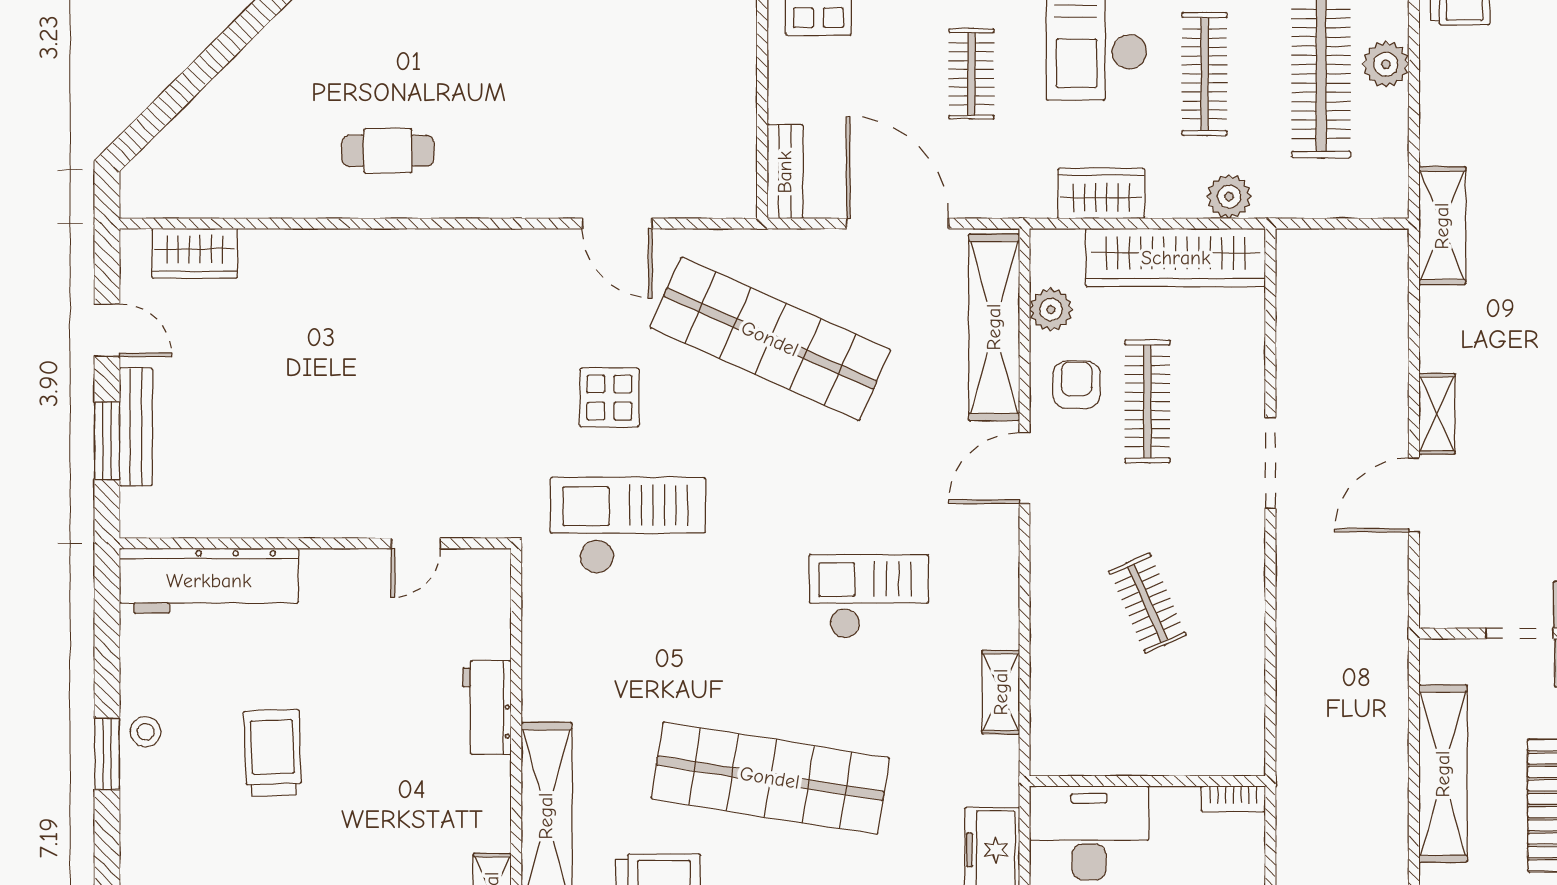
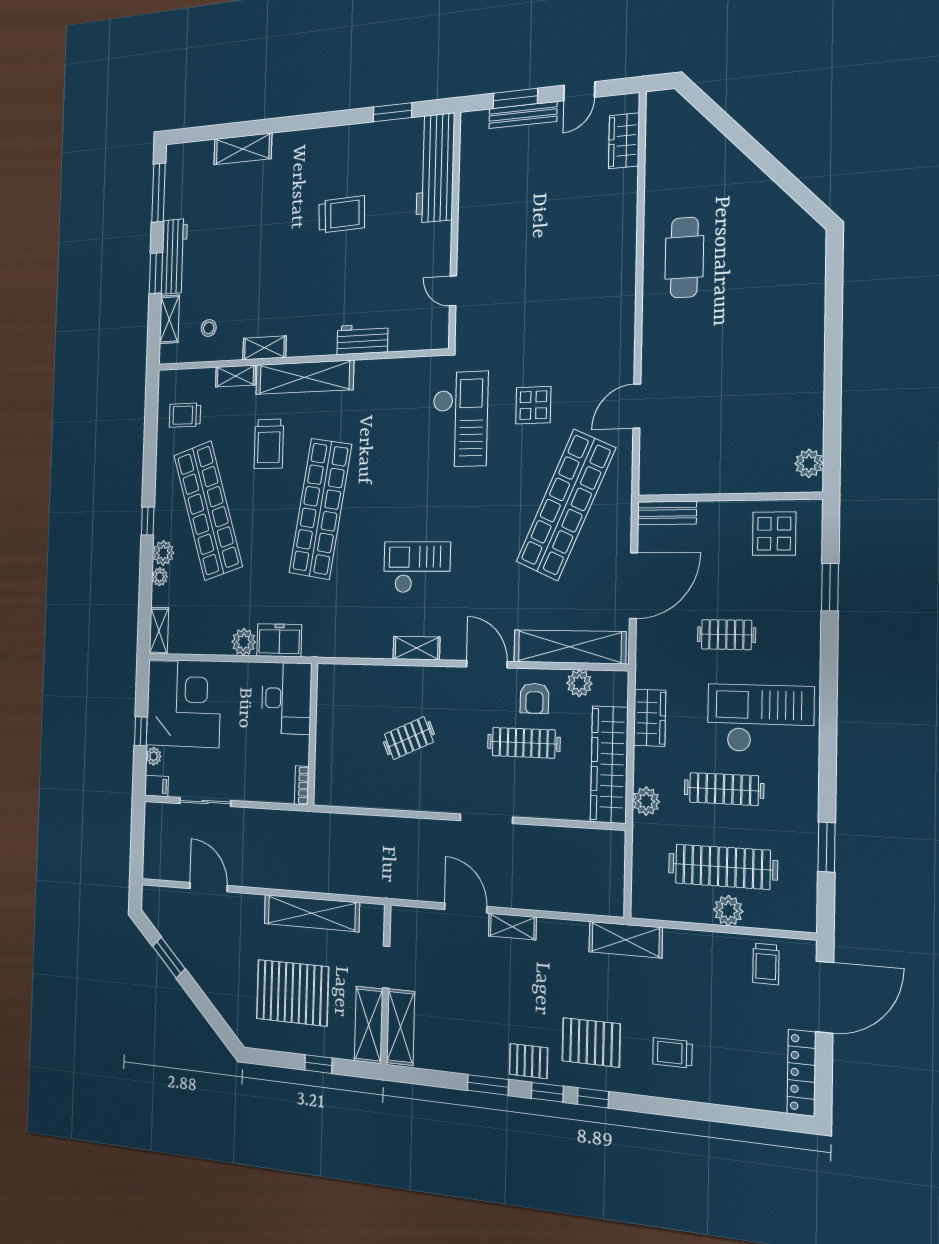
cafe table: (388, 151) -> (684, 257), width x1.37, depth x1.35
armchair: (1077, 385) -> (534, 698), turned 90
checkout: (869, 596) -> (417, 567), turned -90
shelving: (1001, 692) -> (416, 648), moved
stool: (146, 732) -> (355, 139), removed
window: (107, 754) -> (393, 112), moved

